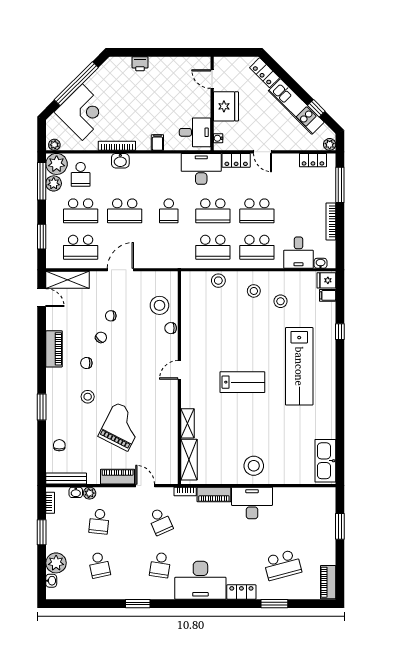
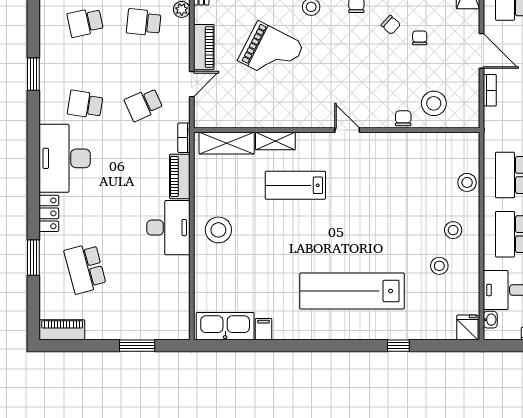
bookcase: (150, 264) -> (490, 90), added
filing cabinet: (328, 295) -> (264, 329), moved
lab bench: (242, 382) -> (295, 185), moved, turned 90

